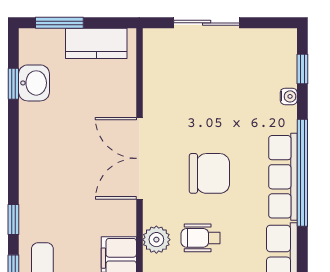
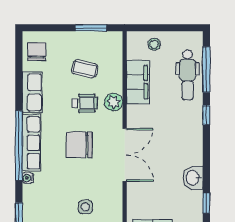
side table: (200, 78) -> (85, 207), added
washbasin: (34, 83) -> (193, 178), moved
water cooler: (289, 96) -> (28, 178), moved

